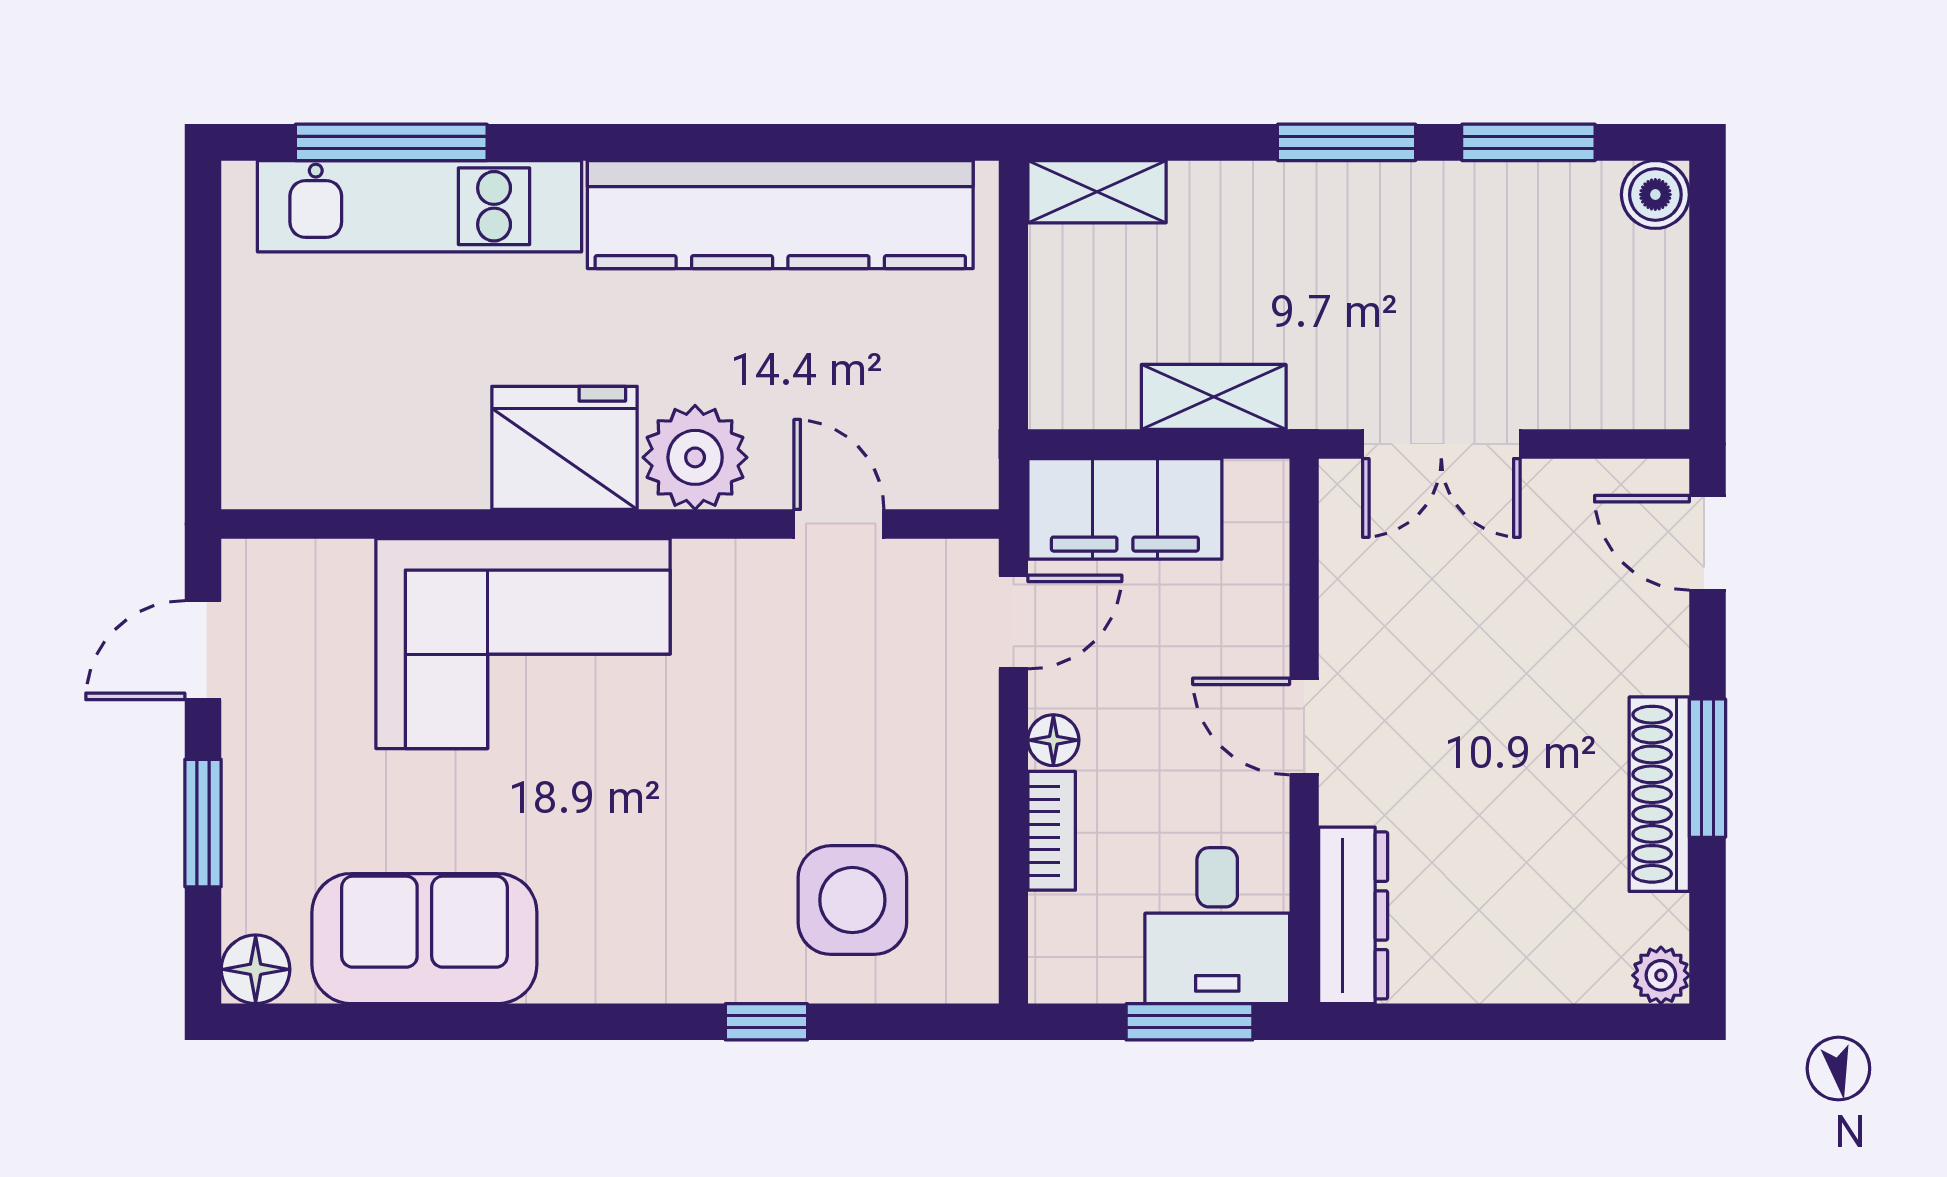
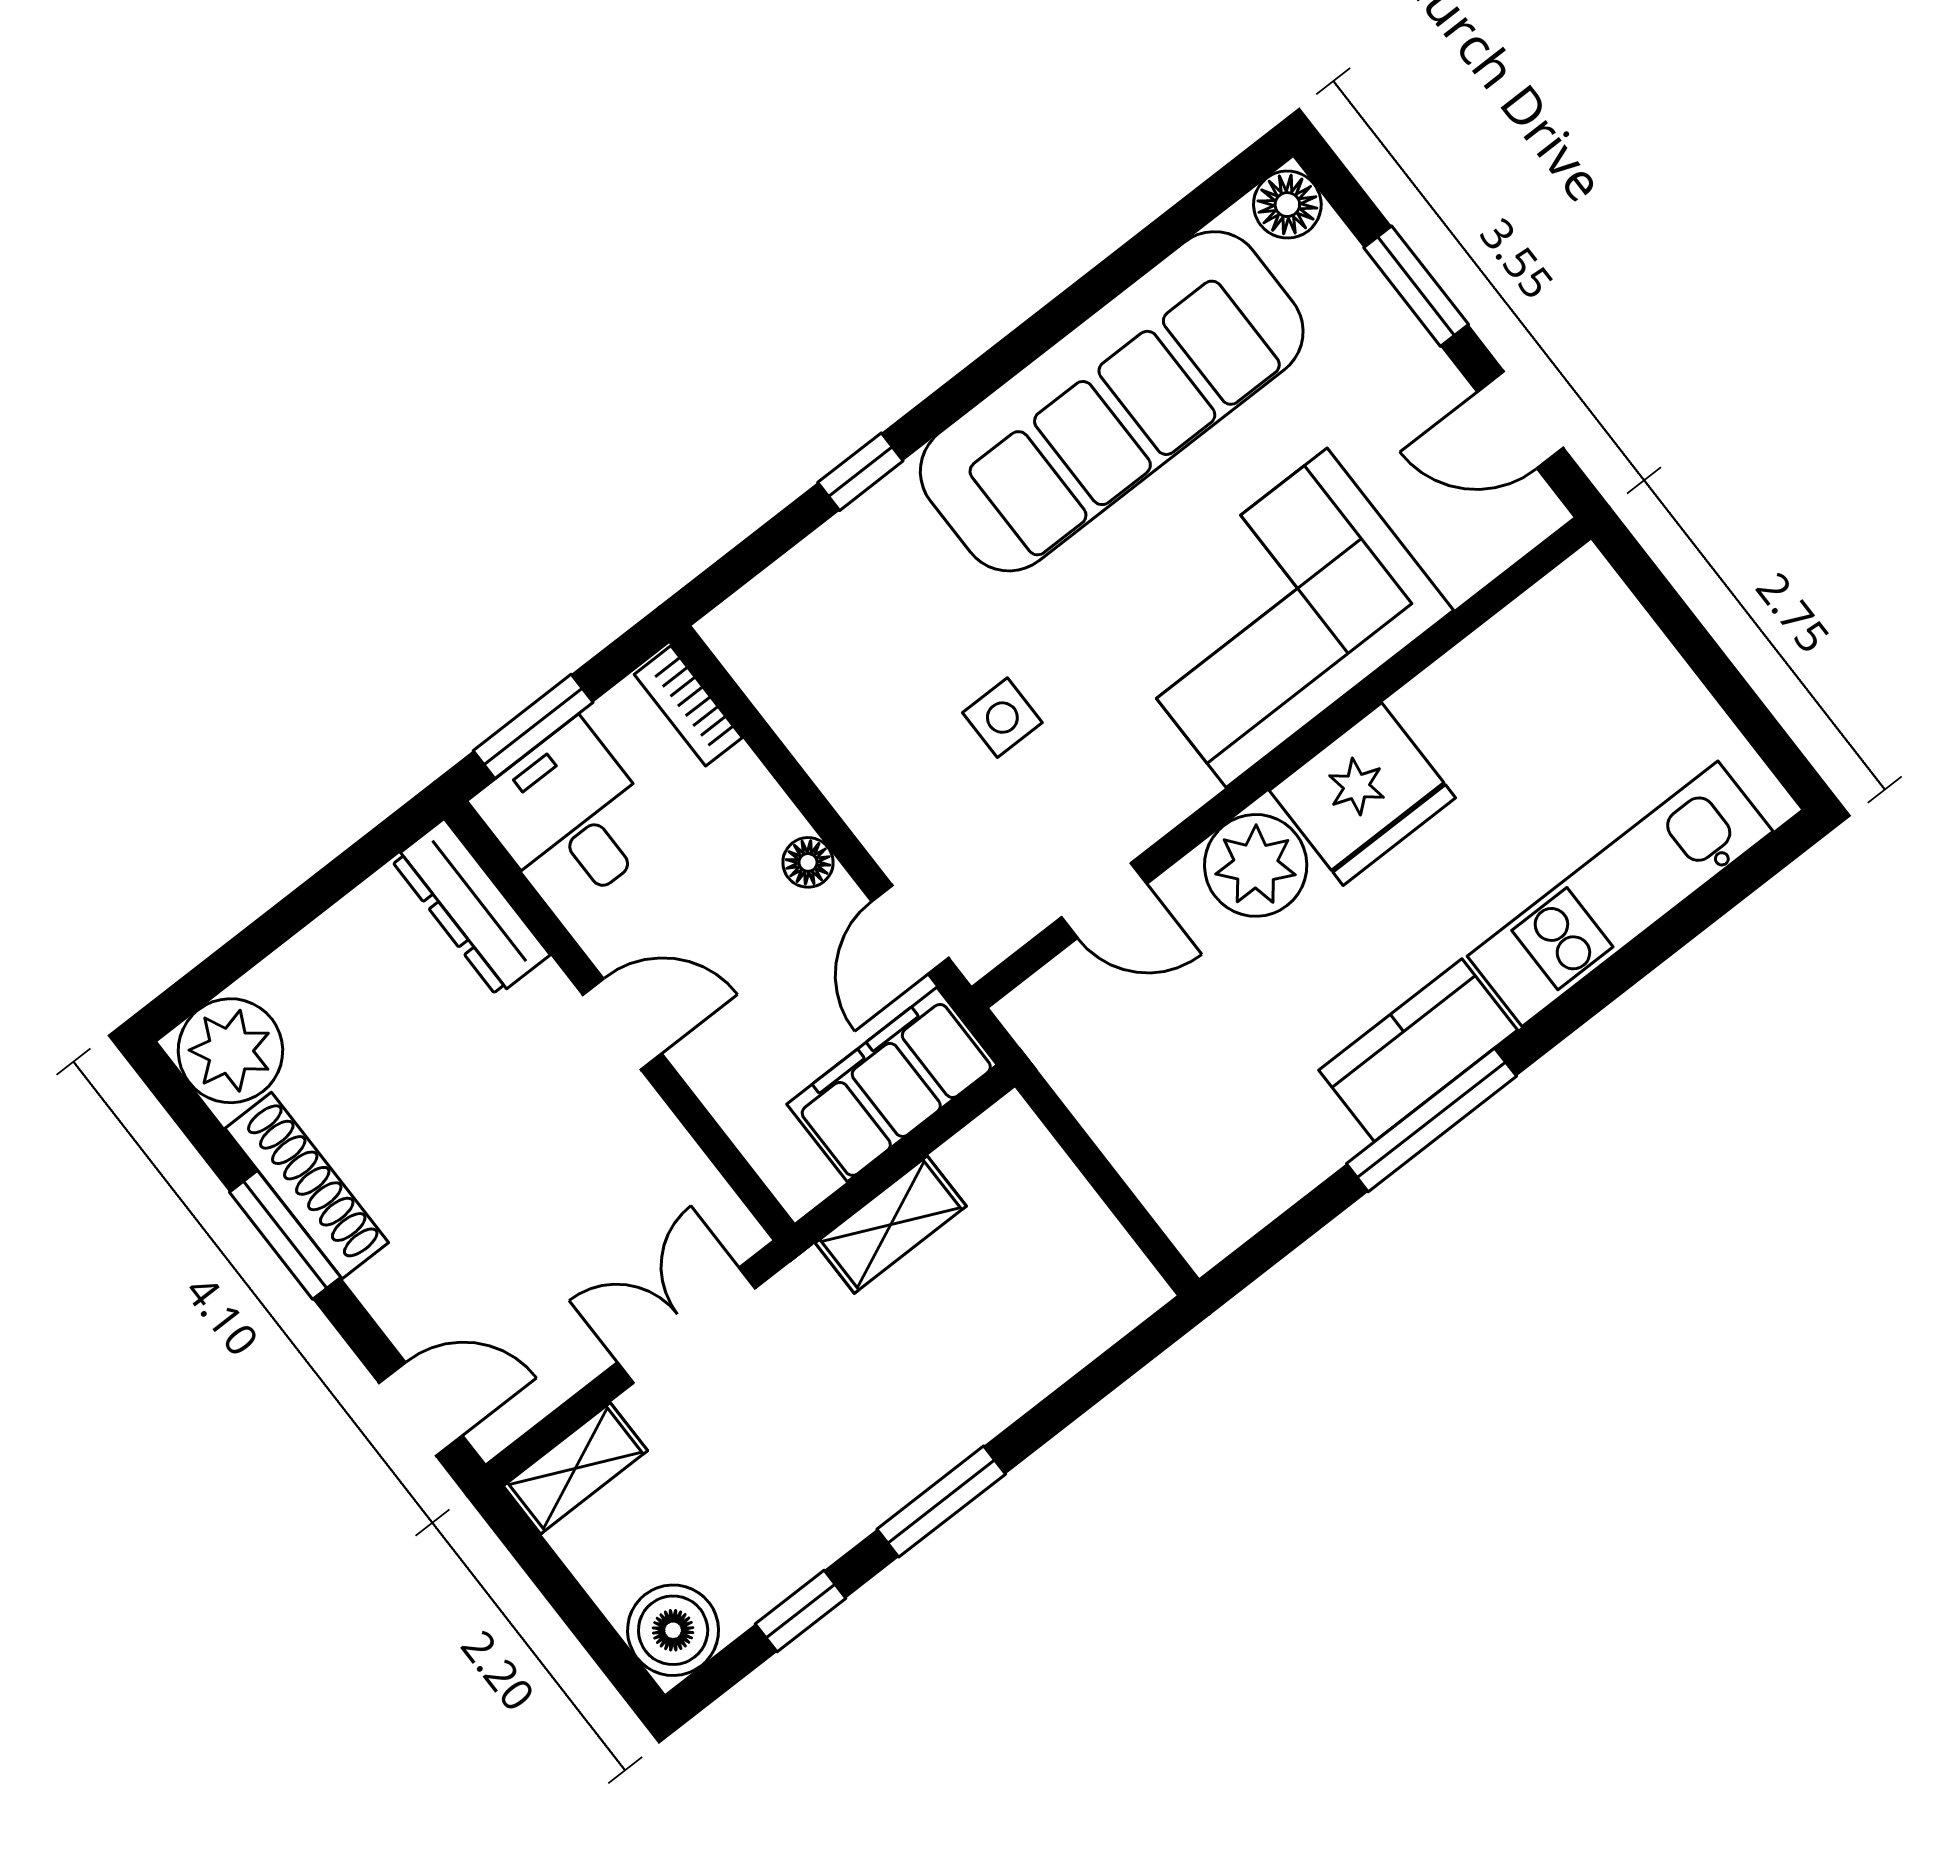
window: (391, 142) -> (1431, 1120), moved
window: (1528, 142) -> (801, 1611), width x0.67
shelving: (1097, 192) -> (575, 1468), moved
boiler: (1655, 195) -> (673, 1630), width x1.36, depth x1.36
kitchen counter: (780, 215) -> (1418, 1050), width x0.48, depth x0.86
door: (203, 650) -> (1520, 420), swing flipped
bookcase: (1052, 831) -> (688, 706), moved
side table: (852, 900) -> (1002, 718), moved, width x0.54, depth x0.54
sofa: (424, 939) -> (1112, 401), width x1.85, depth x1.27
plant: (1661, 975) -> (230, 1051), width x1.88, depth x1.88

